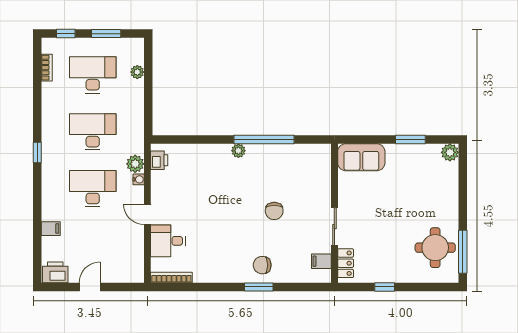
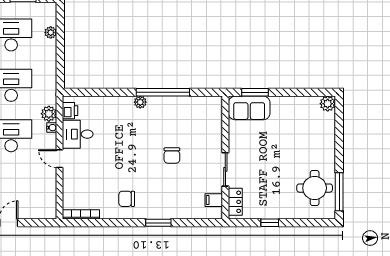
window: (410, 140) -> (255, 92), moved
desk: (168, 241) -> (78, 134), moved
chair: (262, 265) -> (127, 199), moved

